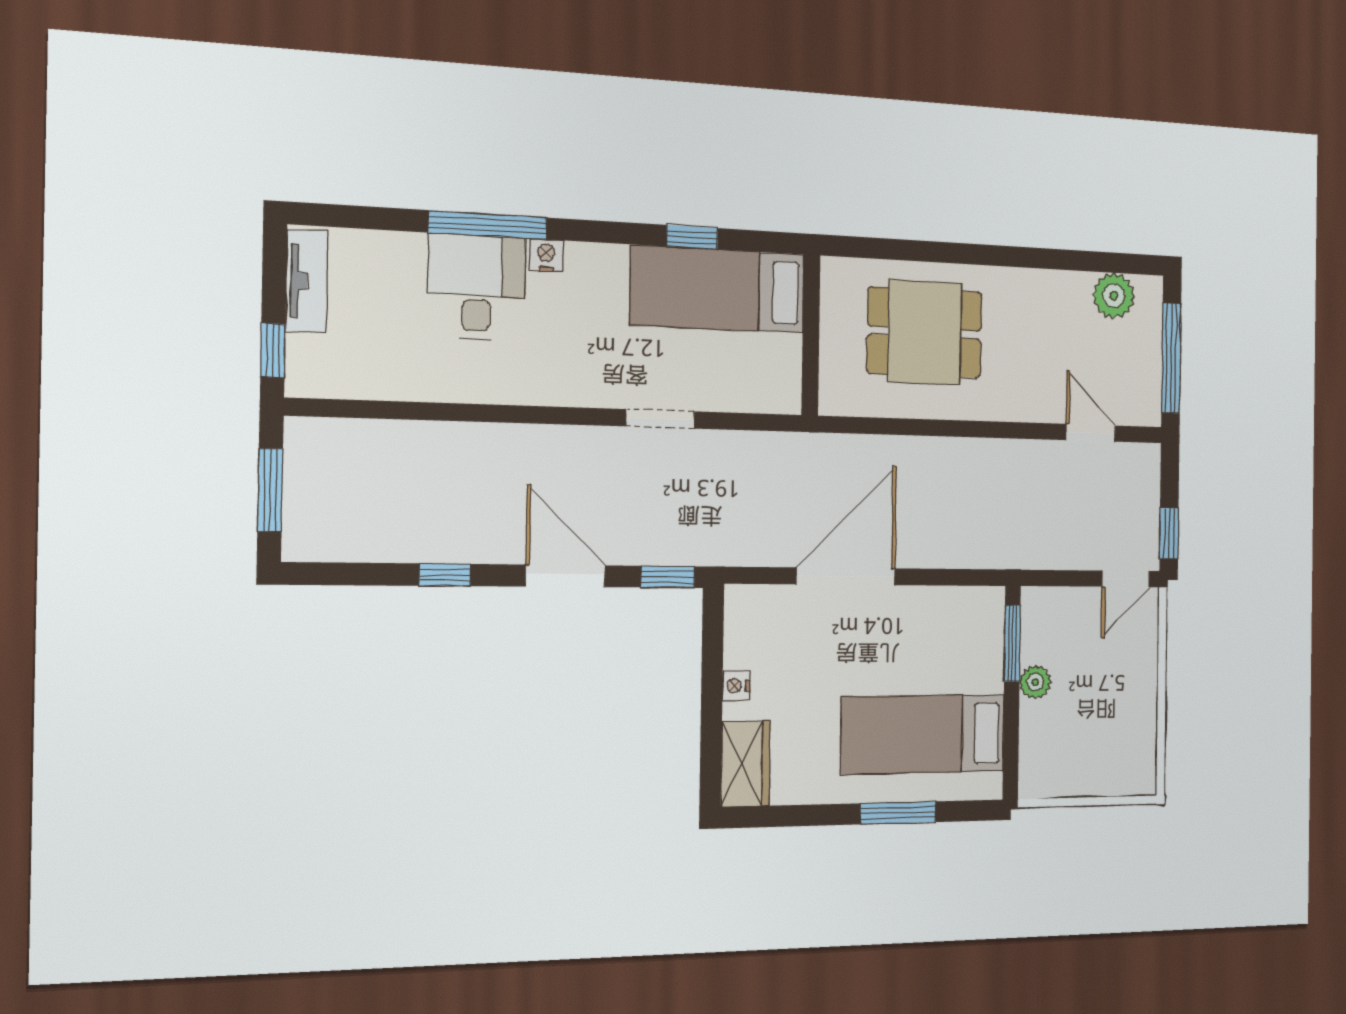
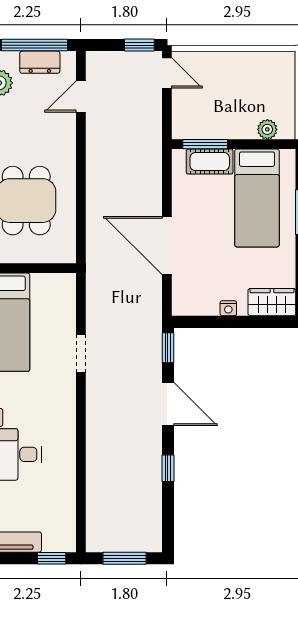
dresser: (1145, 366) -> (40, 62), added
door: (566, 576) -> (168, 404), swing flipped
cot: (984, 651) -> (210, 162), added
plant: (1035, 682) -> (267, 129), moved

